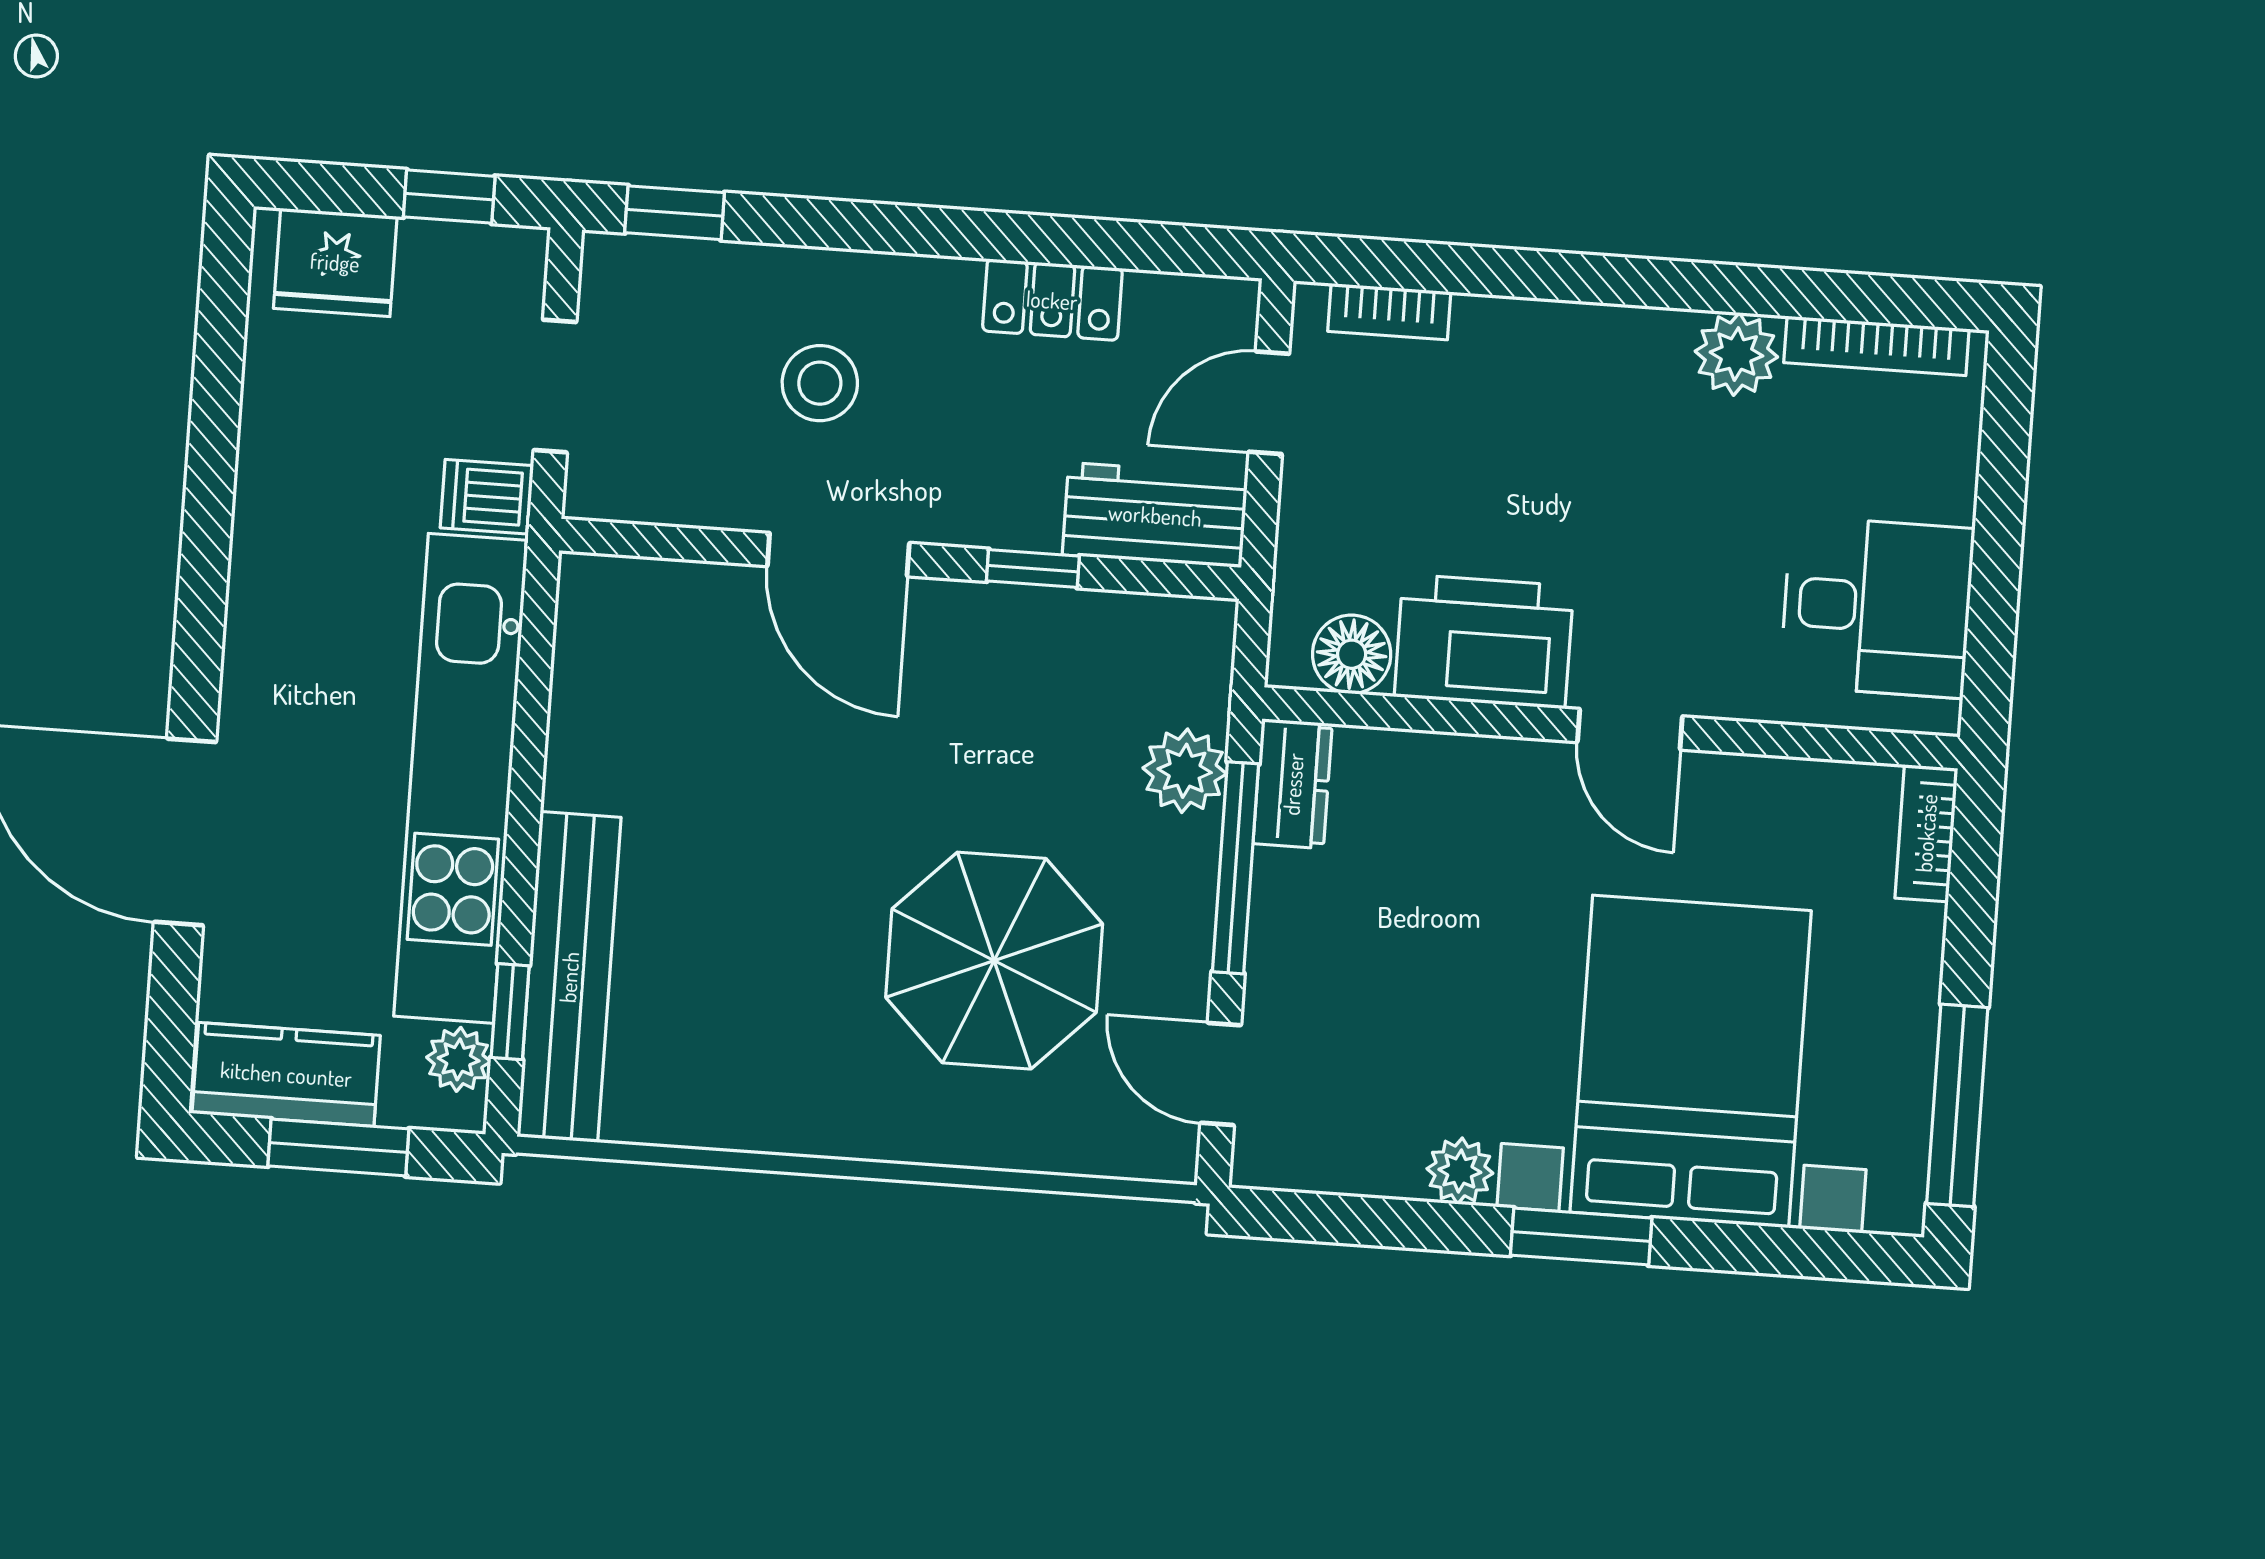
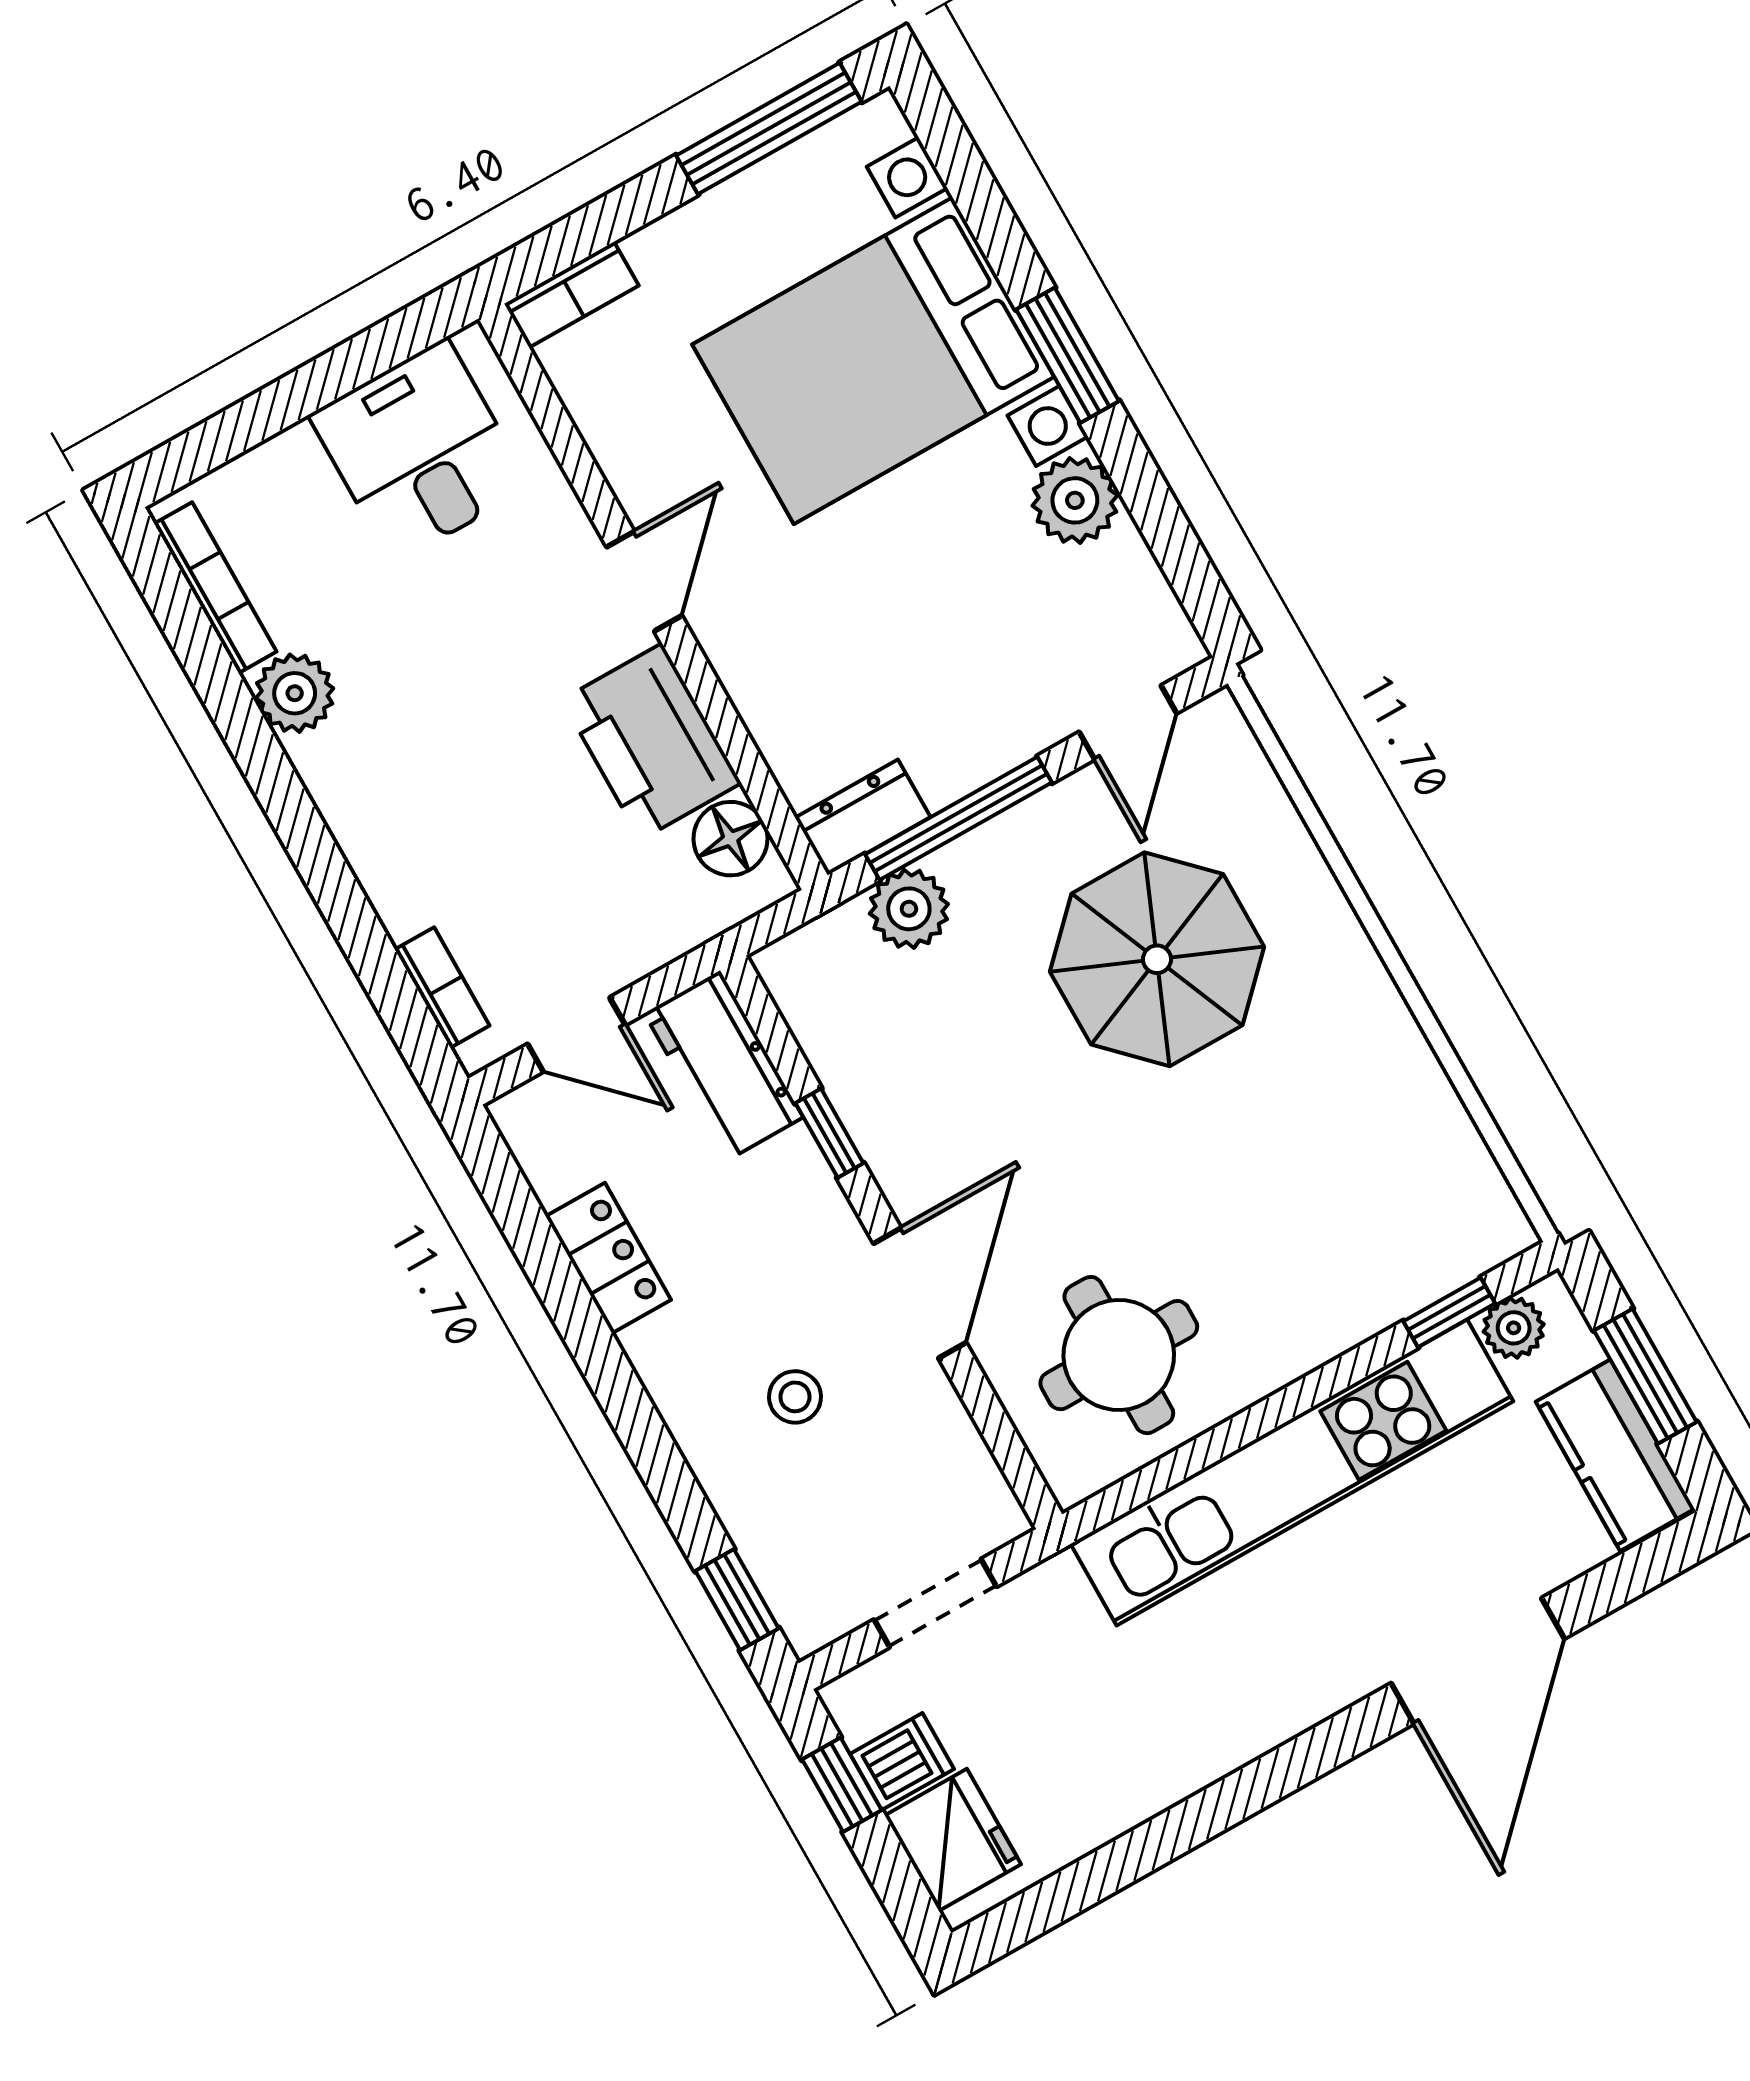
stool: (820, 383) -> (795, 1397), width x0.73, depth x0.73
dishwasher: (487, 497) -> (902, 1761), moved, turned -90
round table: (667, 694) -> (1119, 1355), added
bench: (569, 977) -> (1391, 1284), removed
plant: (1460, 1171) -> (1075, 500), width x1.38, depth x1.38

